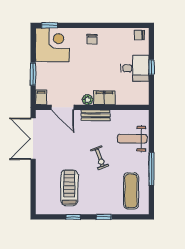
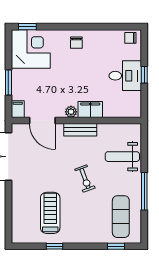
window: (104, 217) -> (116, 246), moved

